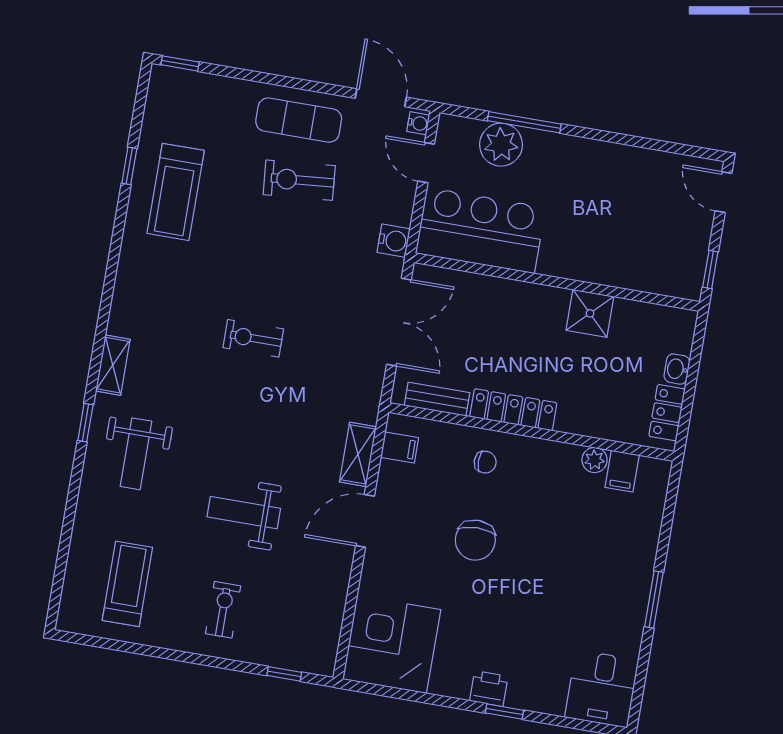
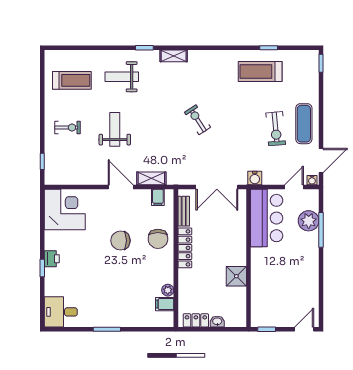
exercise bike: (299, 180) -> (276, 129), turned 180
exercise bike: (253, 338) -> (198, 120), turned -33
weight bench: (136, 454) -> (122, 77), moved
chair: (485, 462) -> (158, 239), width x1.87, depth x1.87

